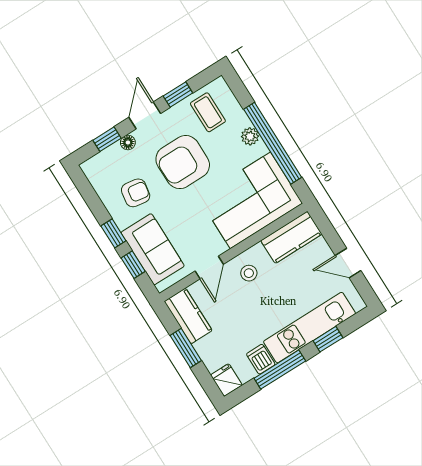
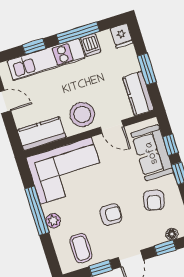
floor lamp: (128, 142) -> (172, 234), moved
window: (273, 143) -> (37, 211), width x0.68
armchair: (183, 162) -> (111, 215), width x0.53, depth x0.53
armchair: (136, 193) -> (154, 200), turned -85
door: (209, 268) -> (112, 127), swing flipped
stool: (249, 273) -> (82, 114), width x1.89, depth x1.89

